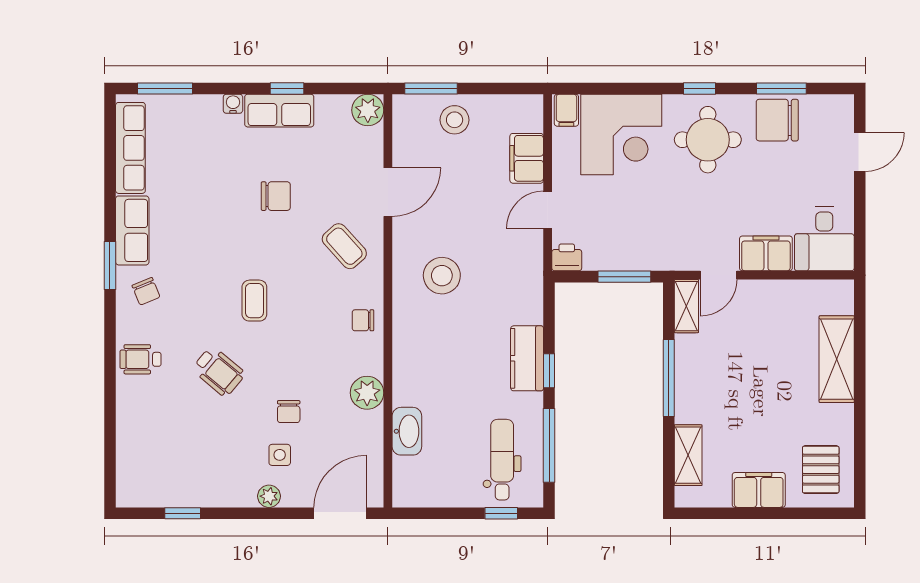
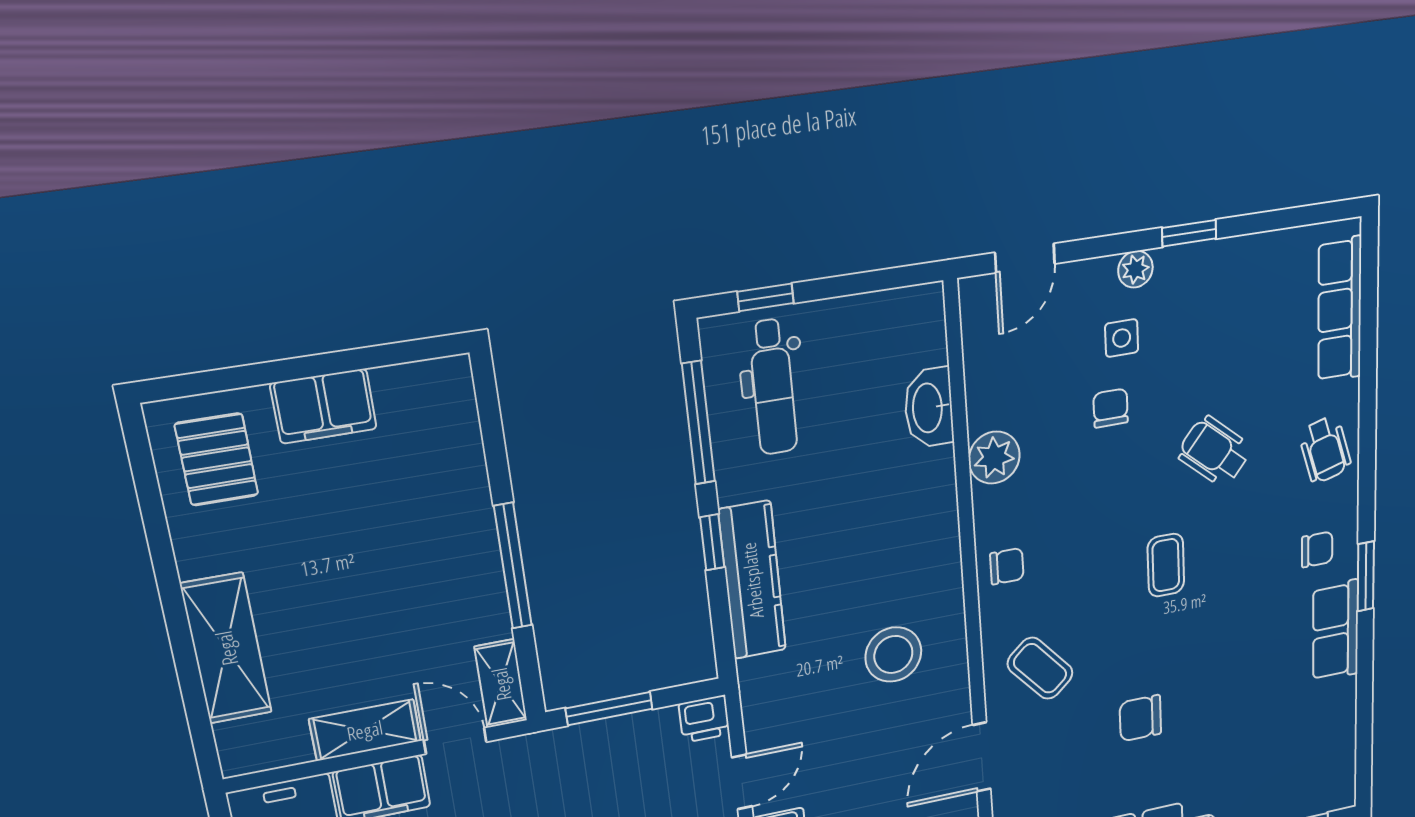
row of seats: (130, 148) -> (1340, 310), moved
door: (719, 275) -> (455, 741), hinge flipped
chair: (146, 291) -> (1317, 549), turned 112
kitchen counter: (527, 358) -> (752, 580), width x1.50
wheelchair: (141, 359) -> (1325, 450), turned 74
shelving: (688, 455) -> (365, 730), moved, turned 90
window: (183, 513) -> (1189, 233), moved
door: (340, 513) -> (1025, 258), width x0.73

